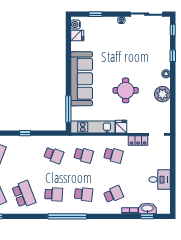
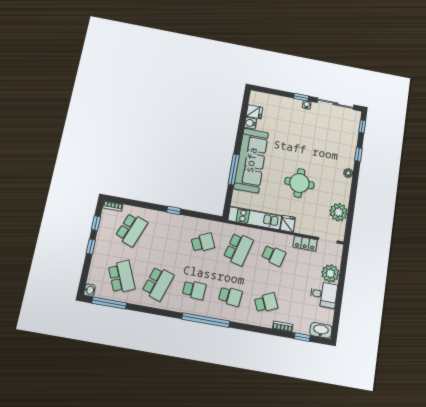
window: (95, 14) -> (301, 97), moved
water cooler: (76, 25) -> (250, 123), moved
plant: (162, 94) -> (339, 212), moved
window: (68, 109) -> (234, 169), moved
school desk: (54, 155) -> (203, 243), turned -45
school desk: (84, 155) -> (238, 249), width x1.85
plant: (163, 161) -> (330, 273), added
school desk: (24, 194) -> (158, 283), turned 39
washbasin: (147, 208) -> (321, 330), moved

